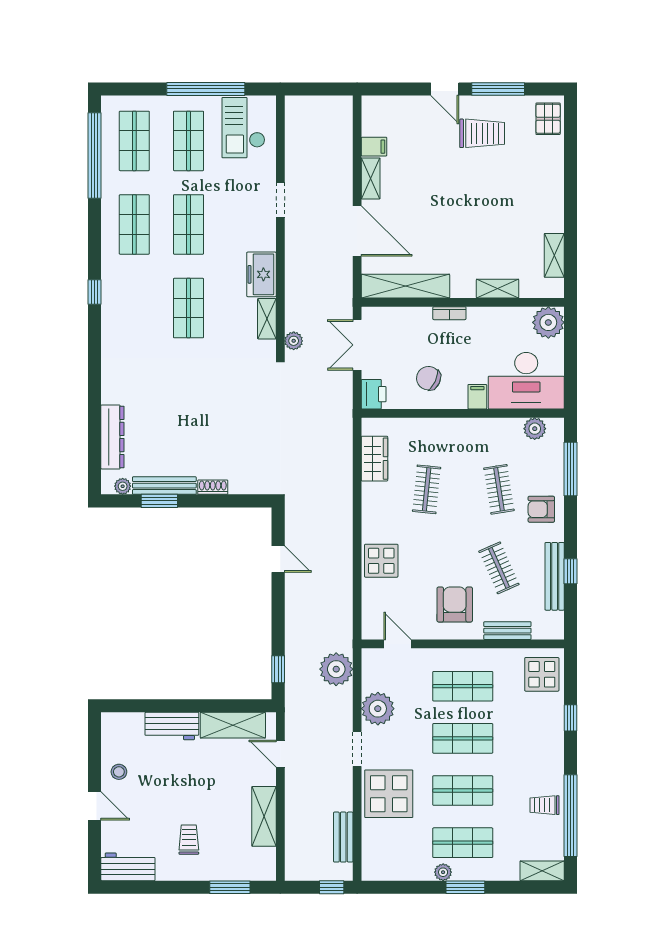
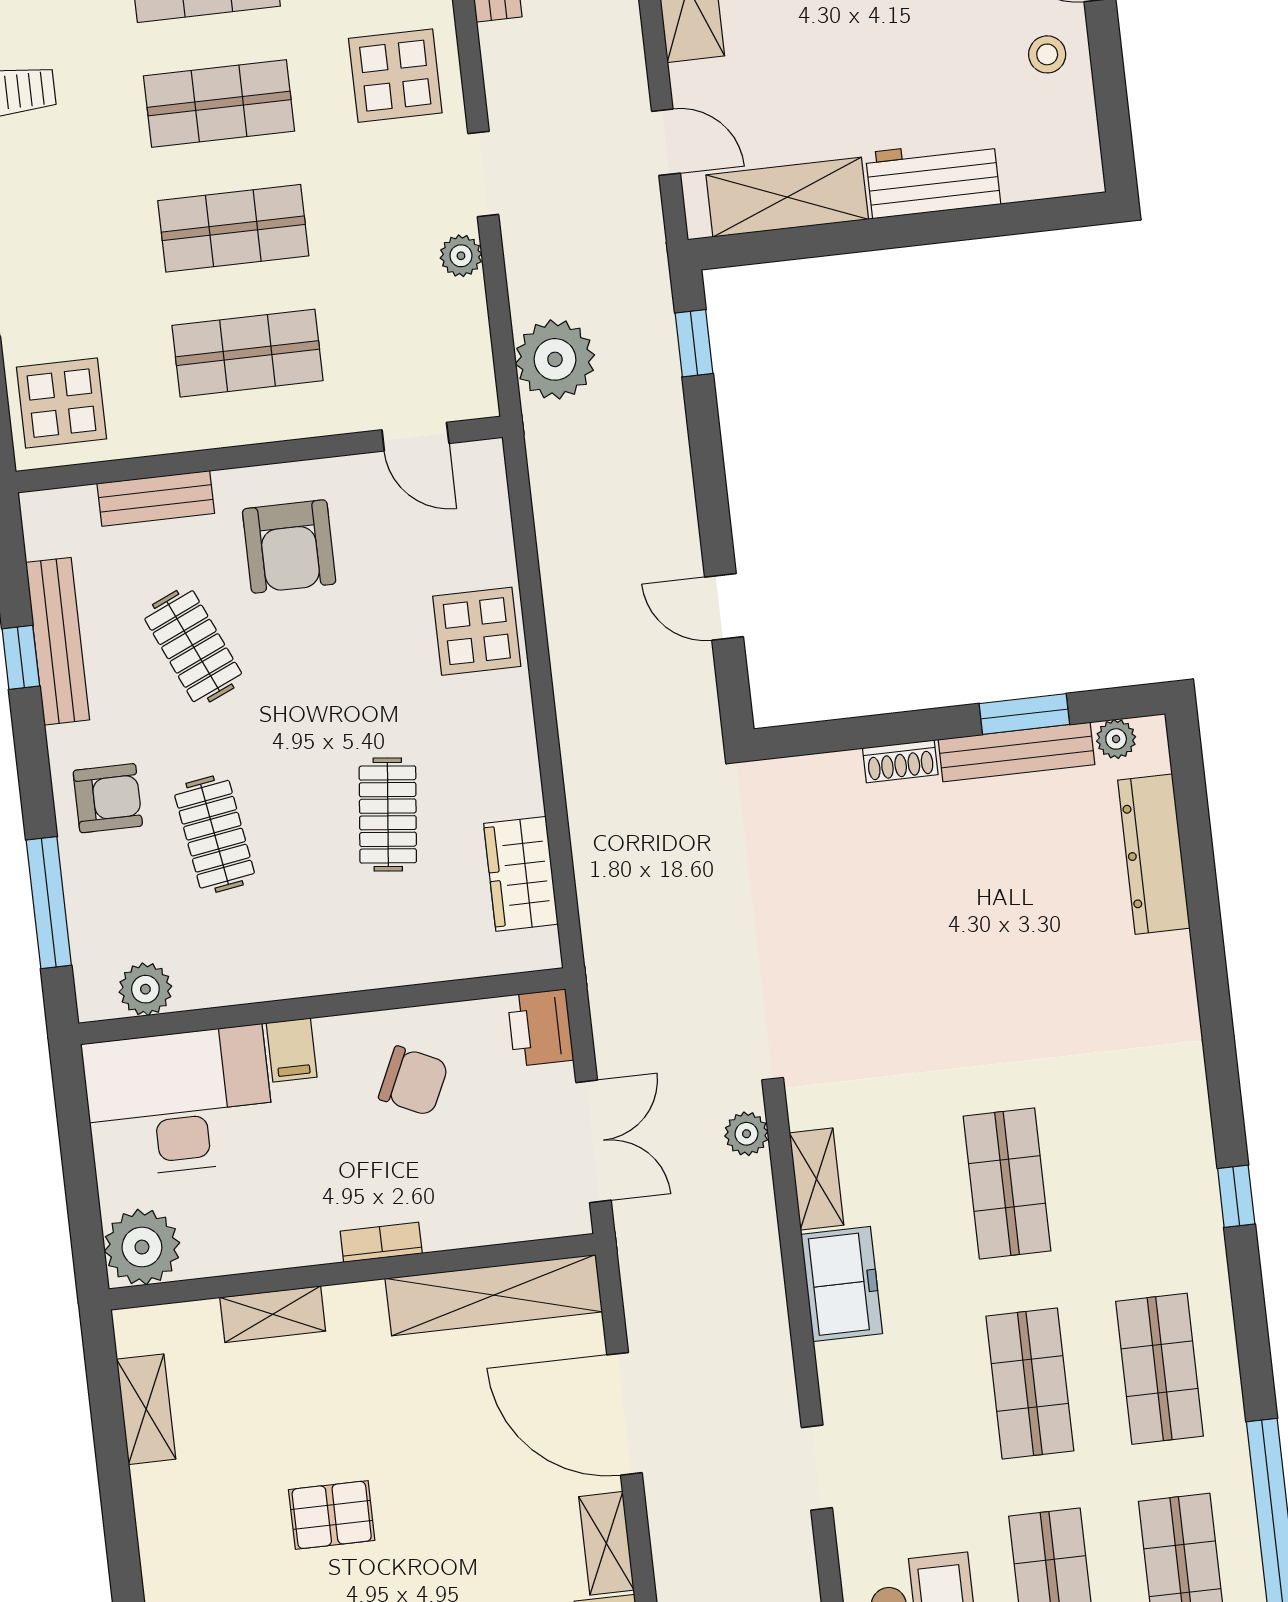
pallet: (483, 203) -> (332, 1515), added
plant: (378, 709) -> (461, 256), width x0.53, depth x0.53
display table: (389, 794) -> (395, 76), width x0.73, depth x0.73

